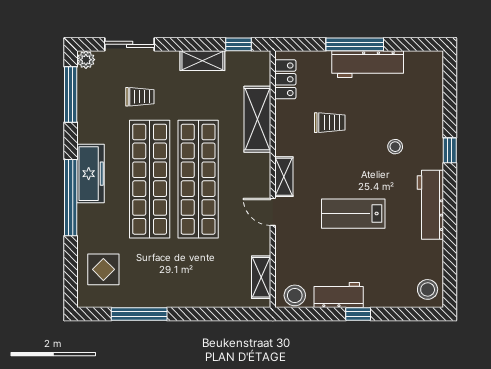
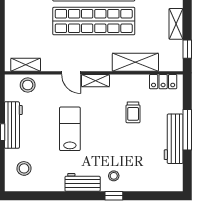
stool: (395, 147) -> (114, 176), moved
workbench: (430, 205) -> (83, 182), width x0.73
door: (273, 212) -> (71, 73), swing flipped
stool: (428, 289) -> (24, 168), moved
stool: (295, 295) -> (28, 85), moved
workbench: (339, 295) -> (13, 125), width x1.37

